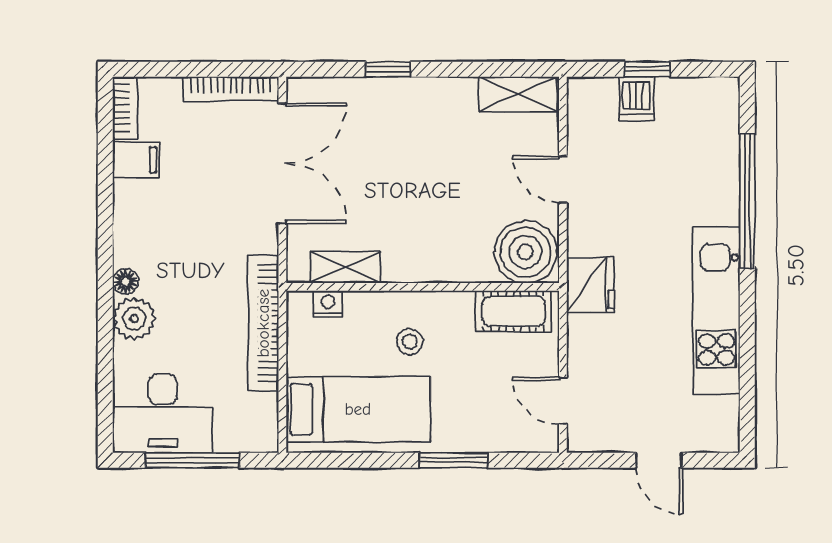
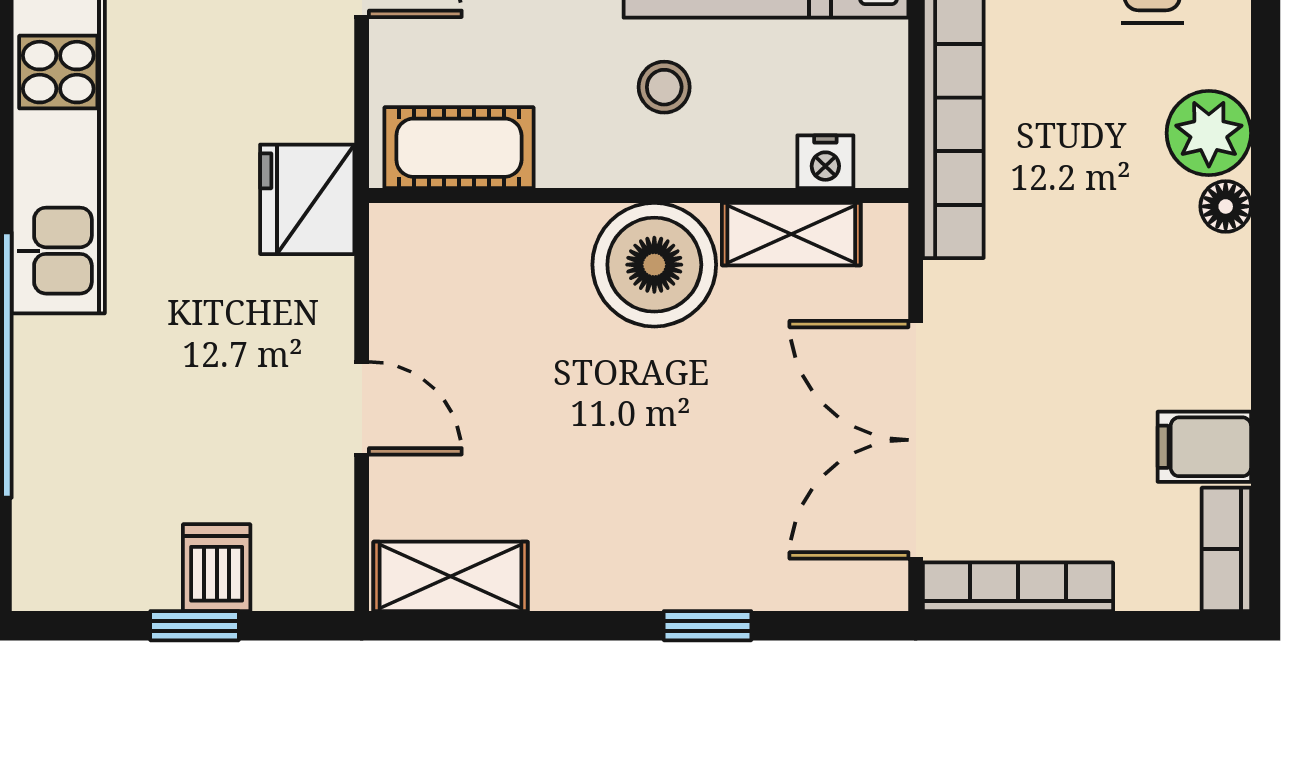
boiler: (525, 252) -> (654, 265), moved

